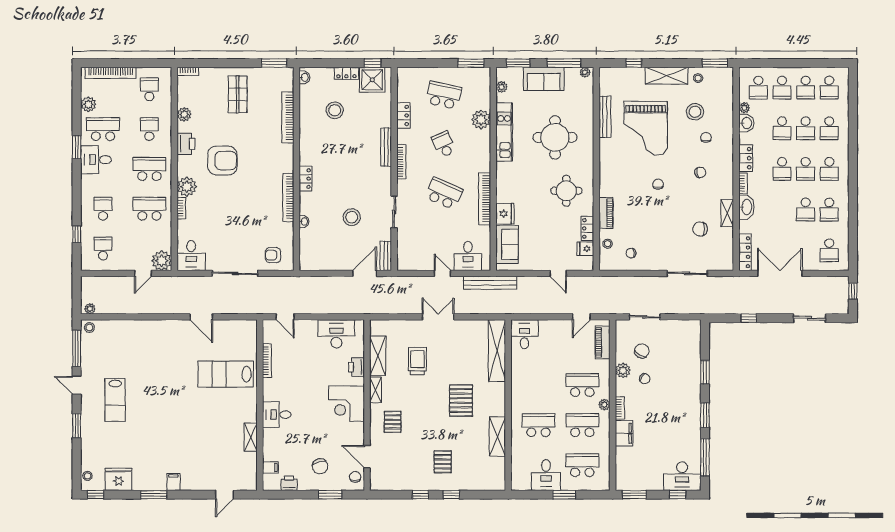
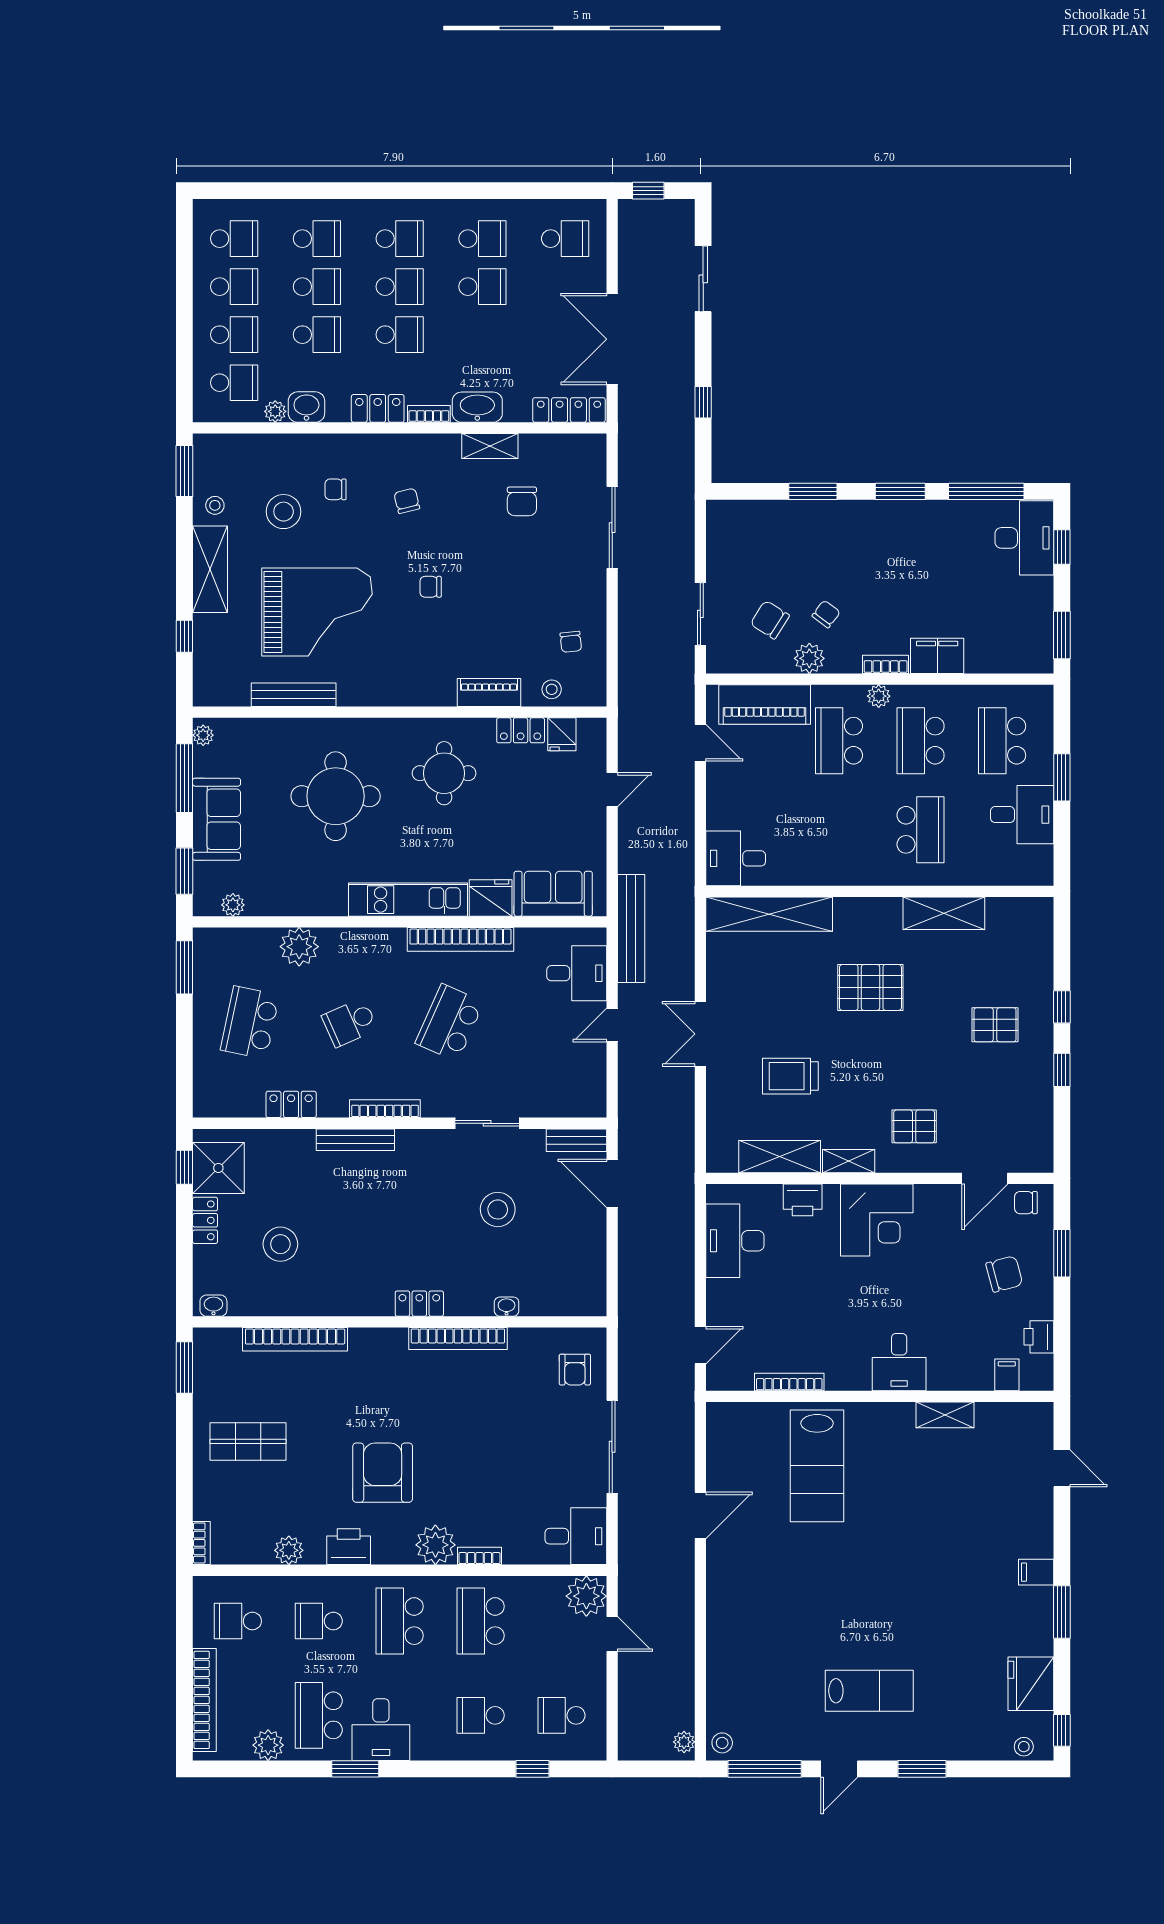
kitchen unit: (504, 132) -> (408, 900), moved
piano: (603, 342) -> (765, 704), width x1.37, depth x1.33
school desk: (538, 425) -> (921, 830), turned 180

